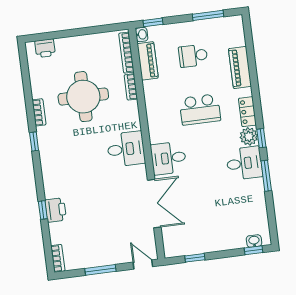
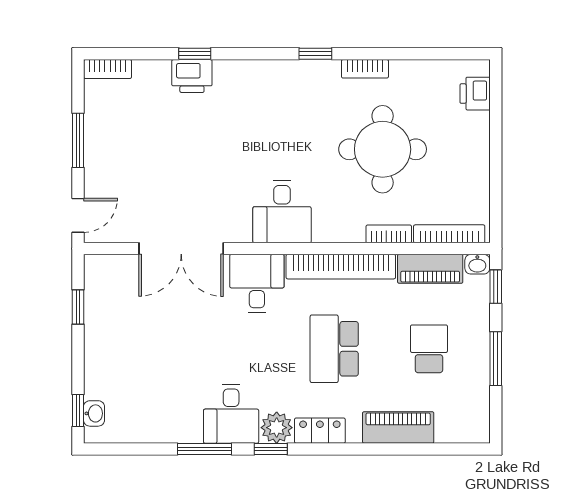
window: (208, 15) -> (496, 359), moved
bookcase: (153, 112) -> (341, 267), added

